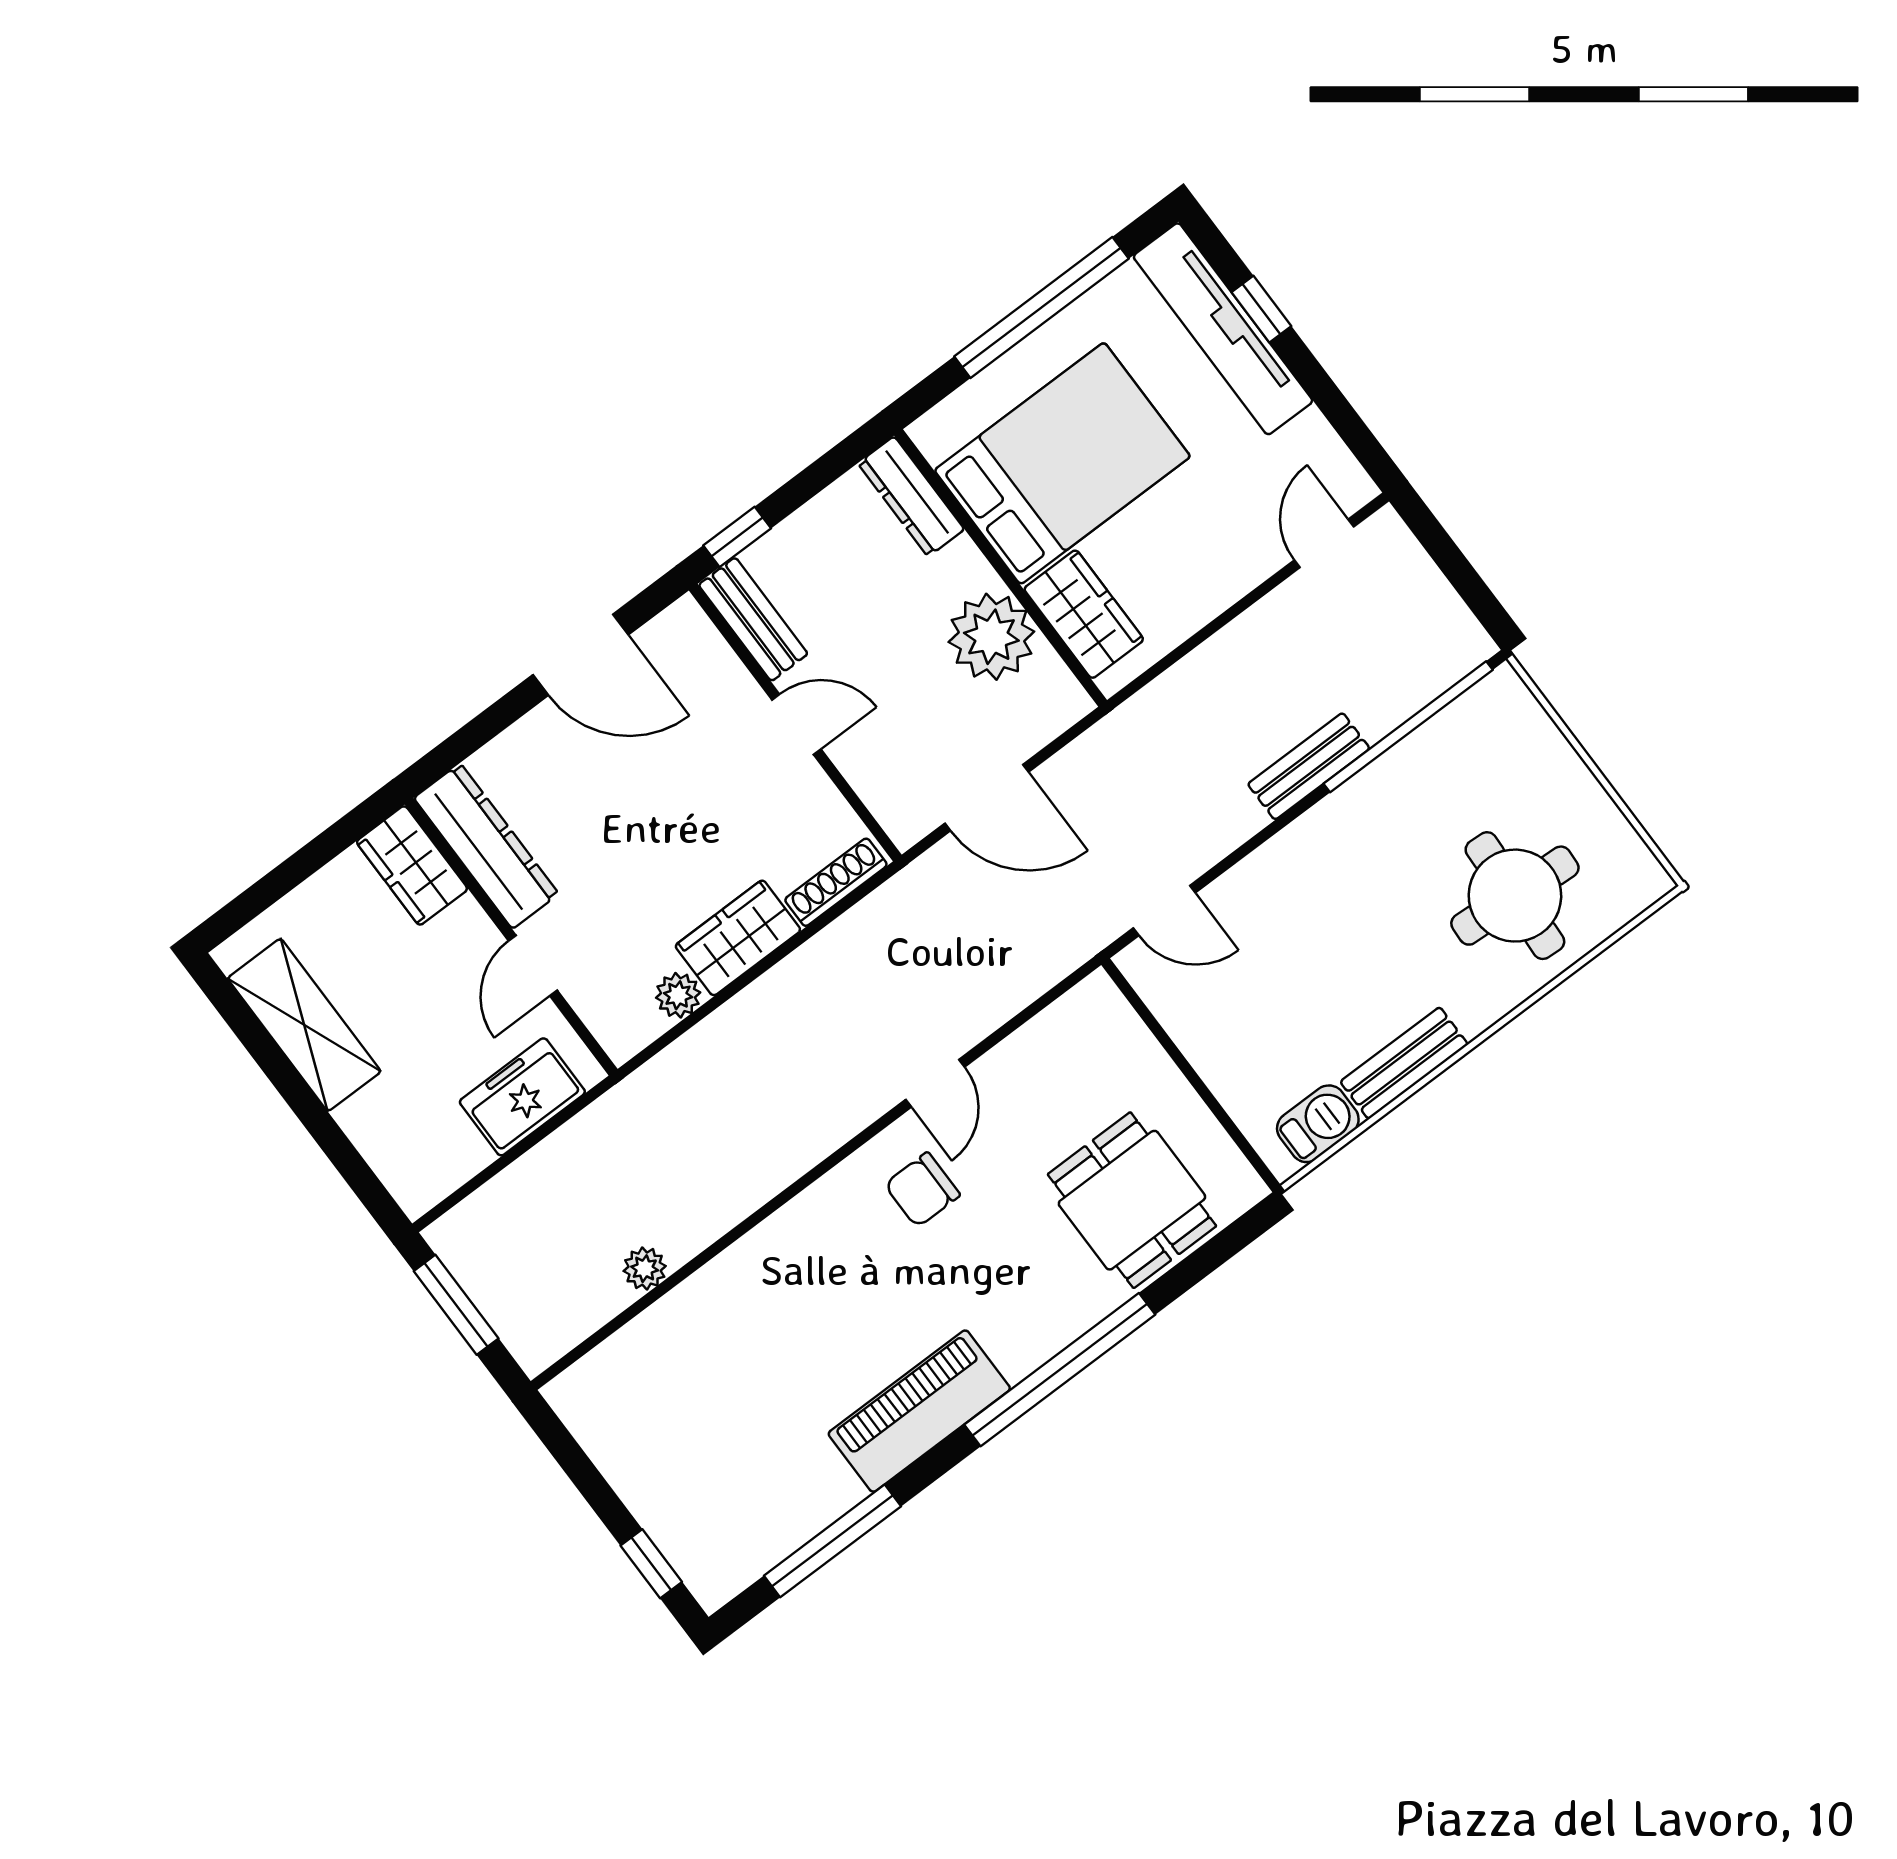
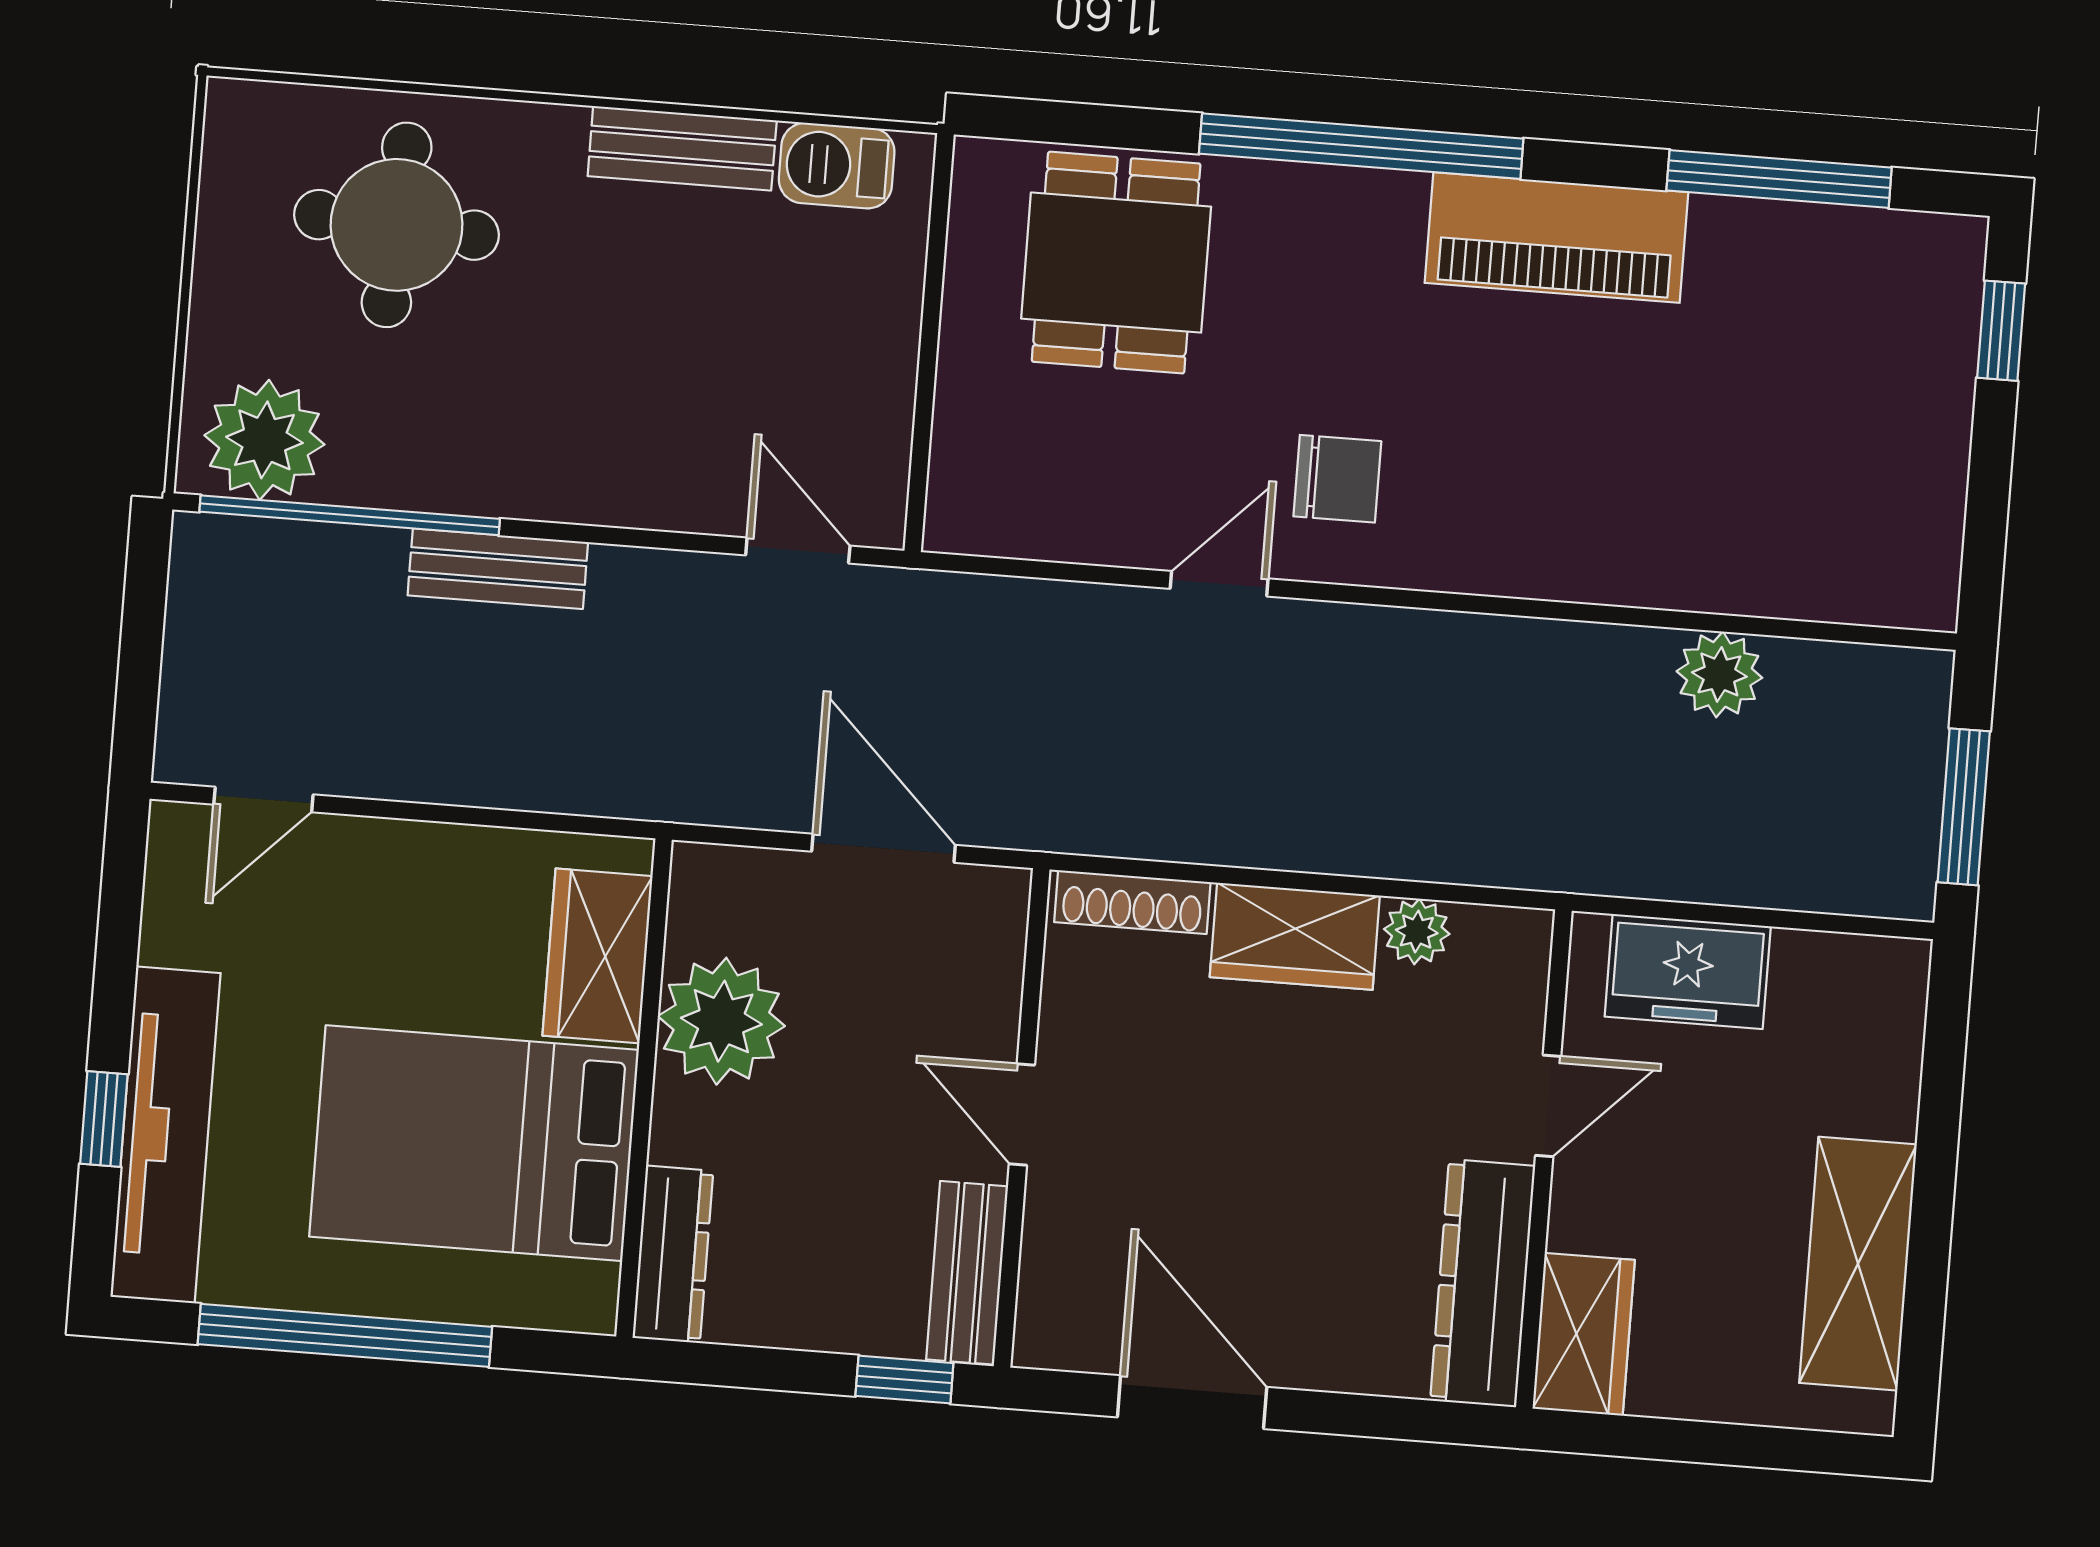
plant: (1485, 727) -> (264, 440), added
plant: (645, 1269) -> (1719, 674), width x1.38, depth x1.38

